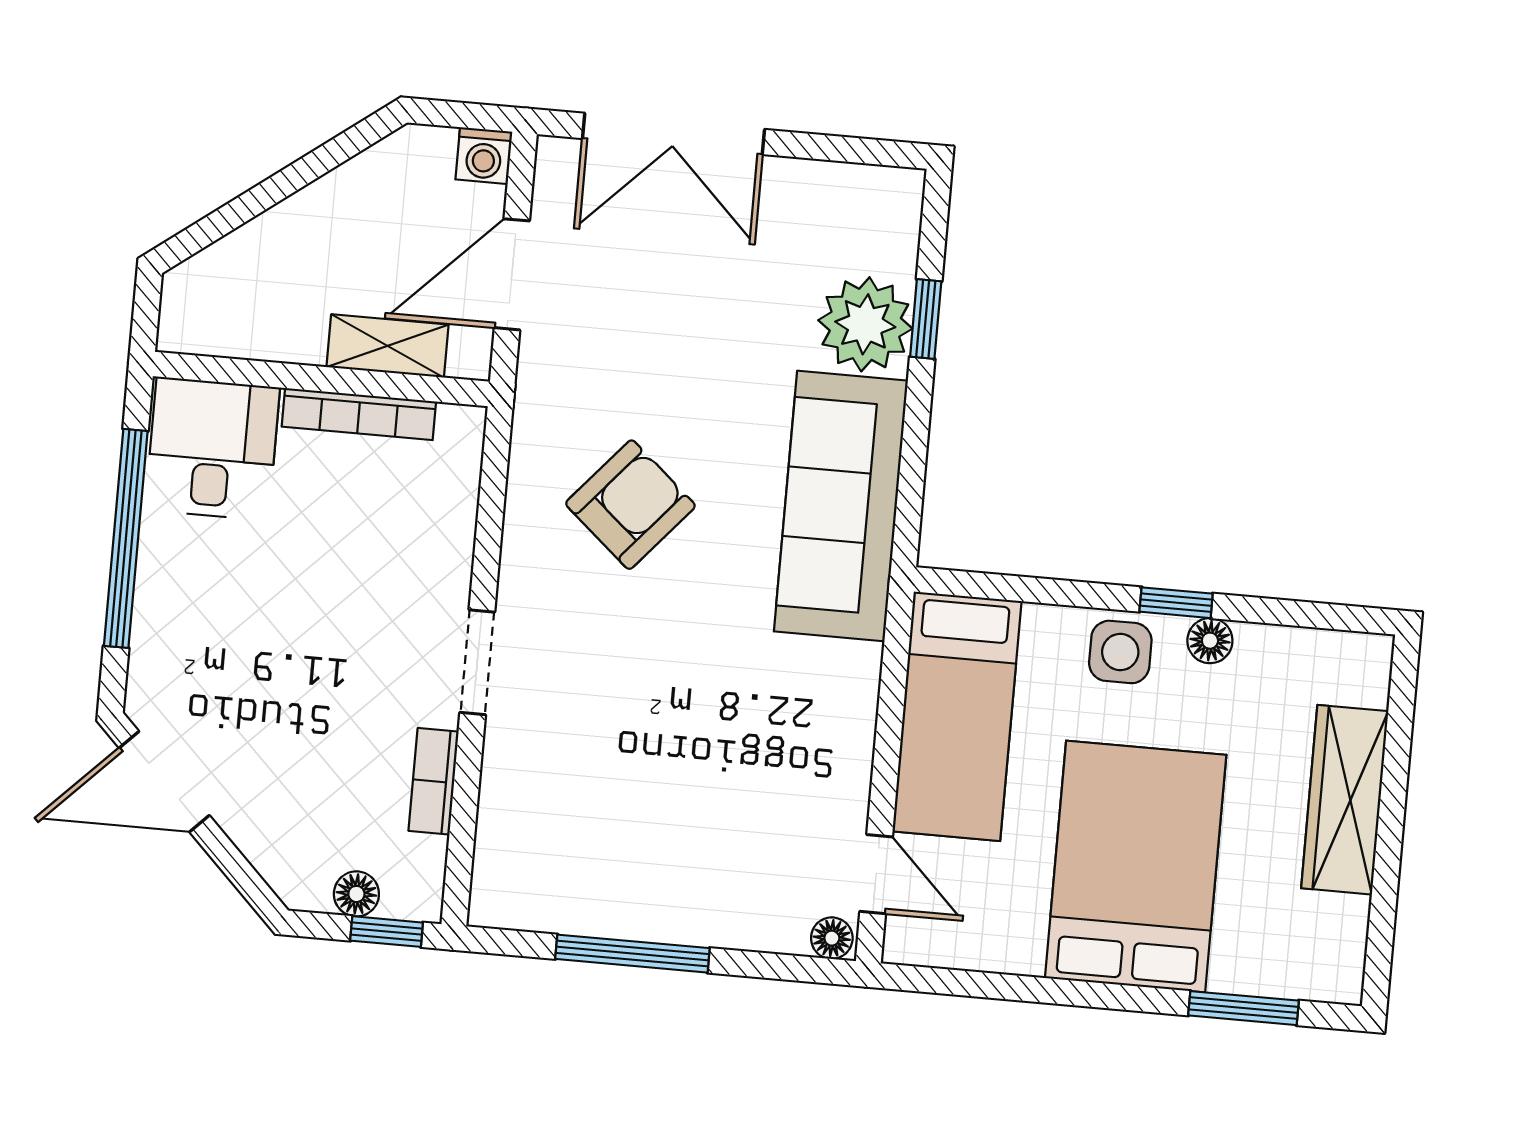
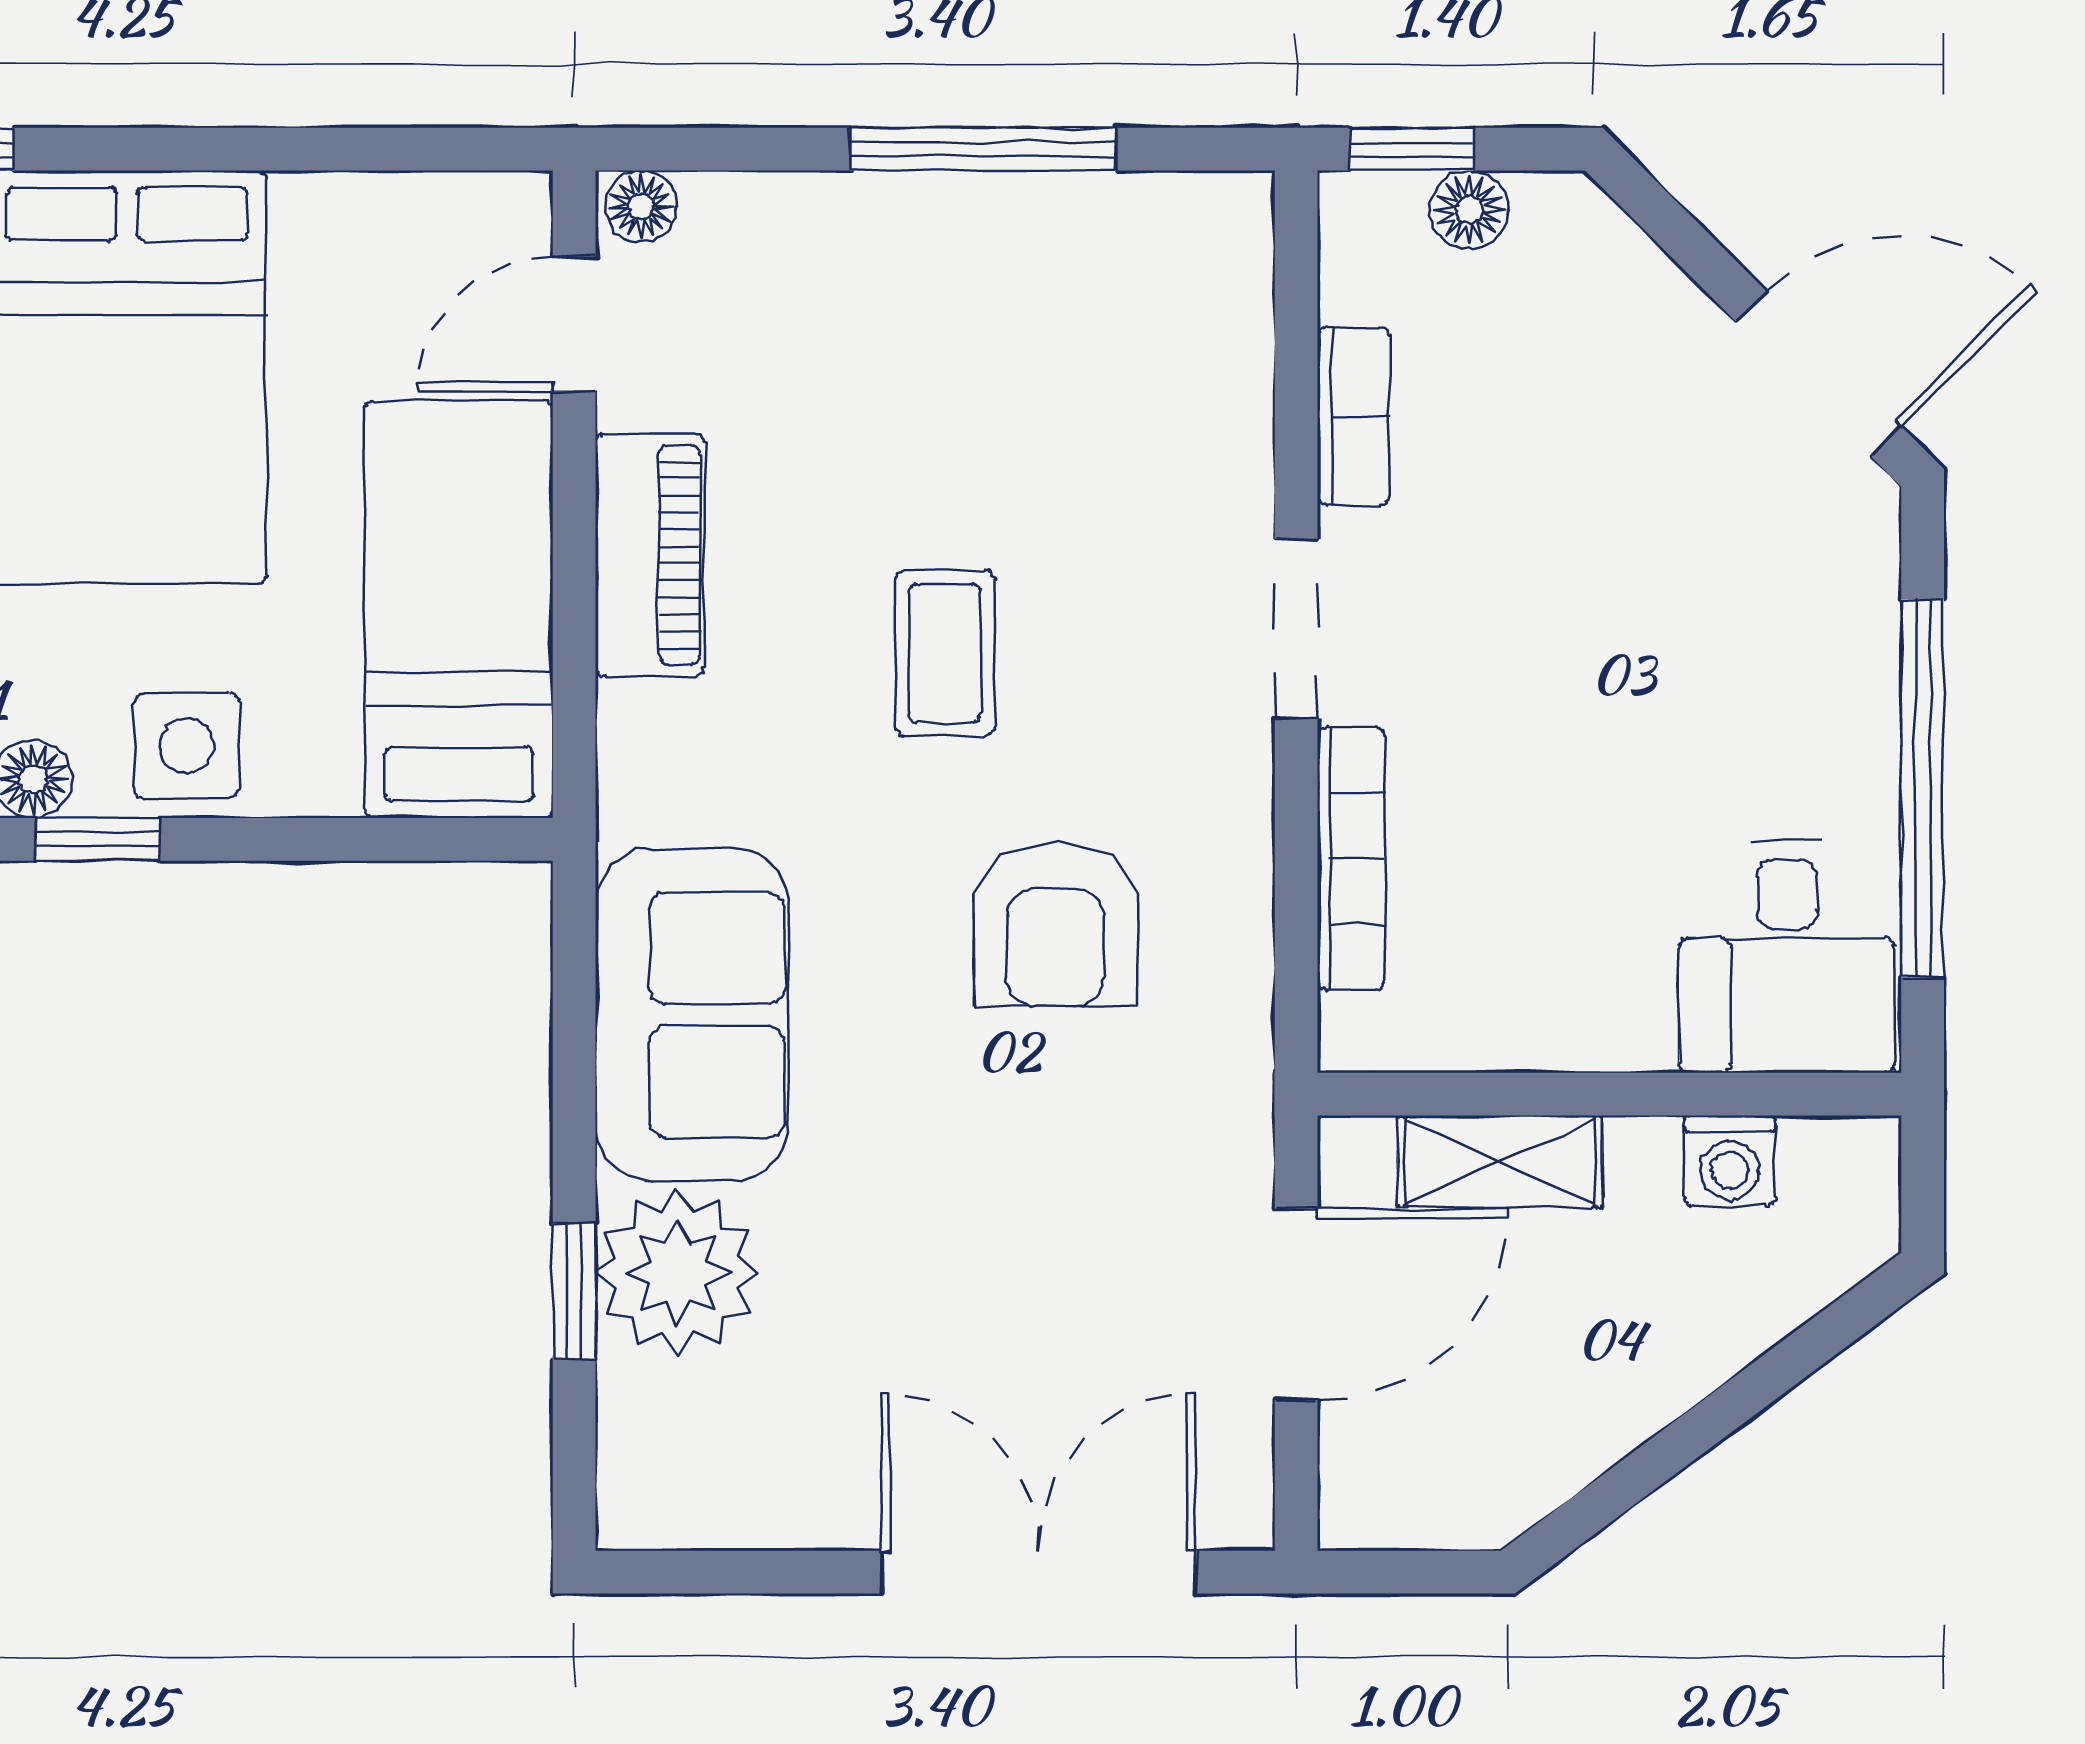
washing machine: (484, 156) -> (1730, 1161), moved, turned 180
bookcase: (359, 414) -> (1351, 859), moved, turned 90
armchair: (630, 505) -> (1056, 925), turned -41
sofa: (841, 506) -> (692, 1015), width x0.73
coffee table: (680, 666) -> (945, 653), added
piano: (845, 738) -> (650, 555), added
door: (876, 874) -> (574, 324), hinge flipped

